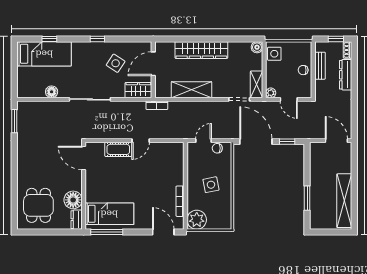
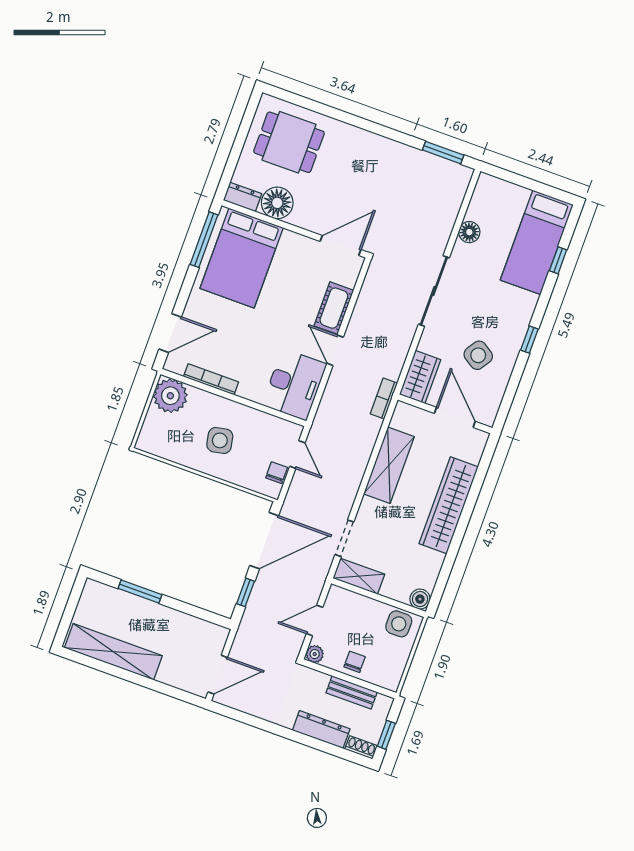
plant: (271, 93) -> (315, 654), moved
desk: (167, 156) -> (294, 384), added
bed: (109, 214) -> (242, 258), width x1.50

